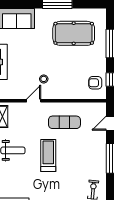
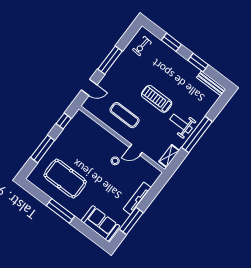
armchair: (95, 83) -> (77, 128), removed
treadmill: (48, 156) -> (157, 99), turned 90

